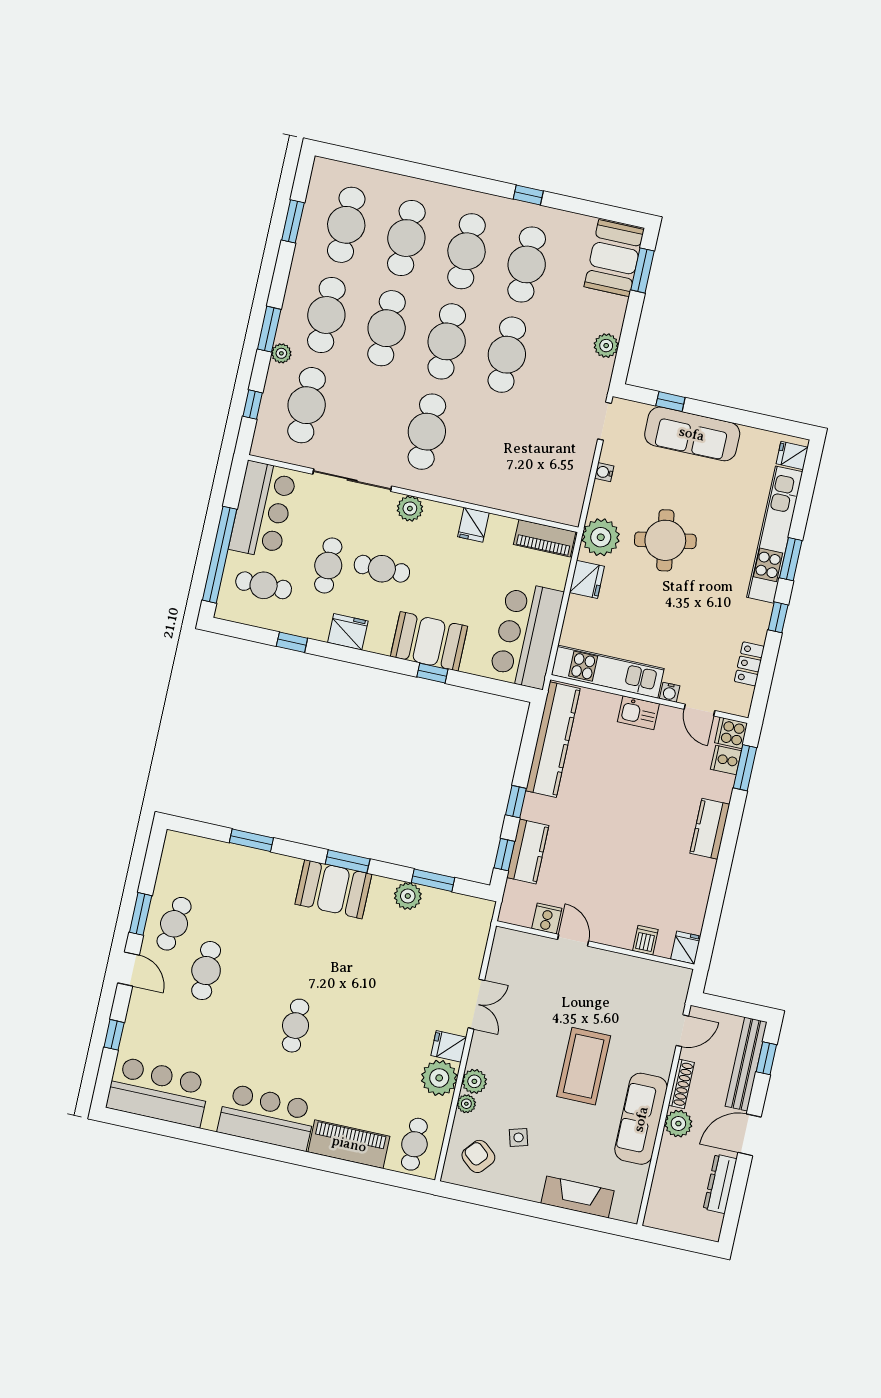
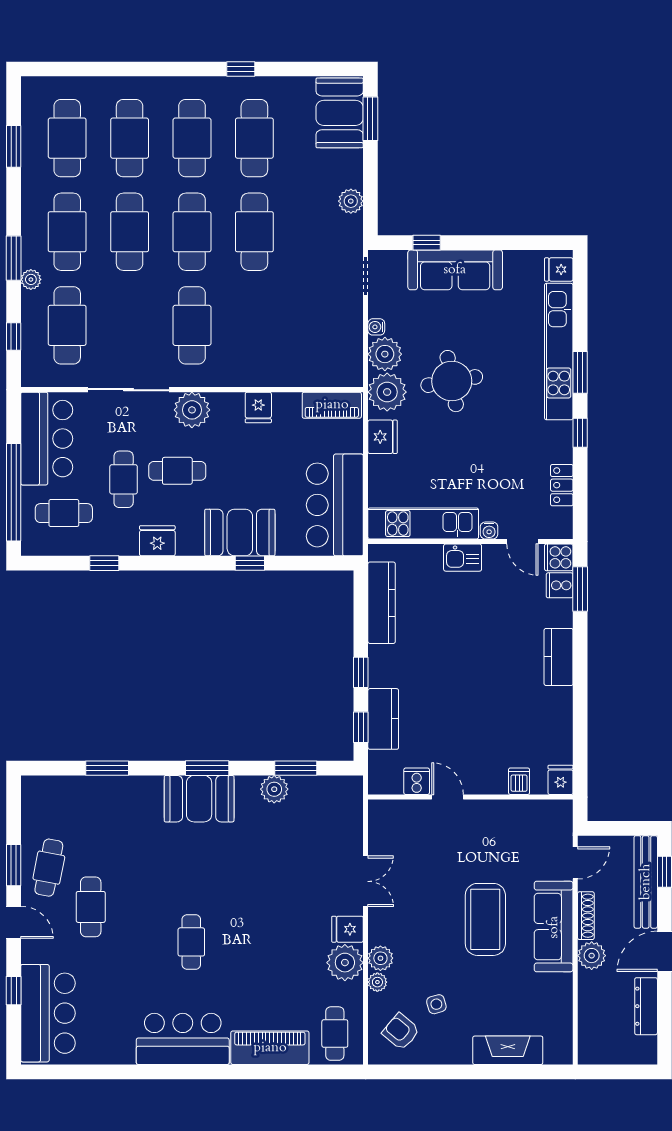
plant: (607, 500) -> (385, 354), added
plant: (410, 509) -> (192, 410), width x1.36, depth x1.36
kitchen counter: (553, 740) -> (382, 603), width x0.72, depth x0.86
bar counter: (158, 1092) -> (48, 1013), moved, turned 90
sofa: (641, 1119) -> (554, 927), moved

